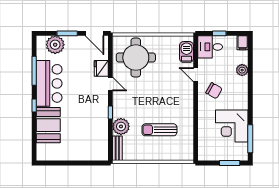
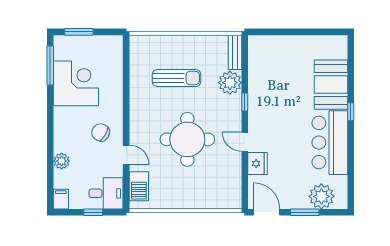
round table: (136, 58) -> (187, 139), moved
window: (34, 71) -> (351, 160), removed

